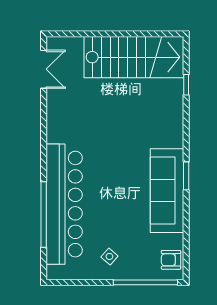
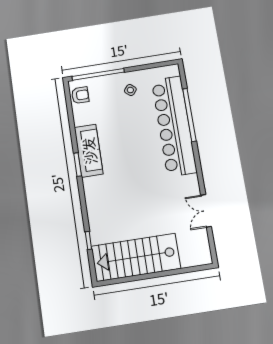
double door: (44, 69) -> (206, 211), moved
sofa: (167, 191) -> (89, 151), width x0.74, depth x0.79

